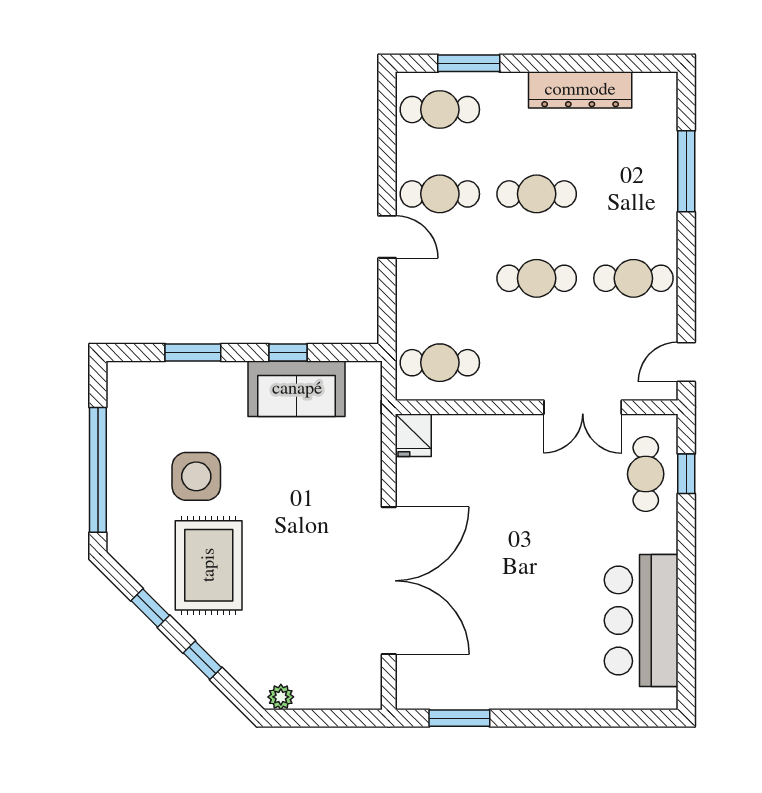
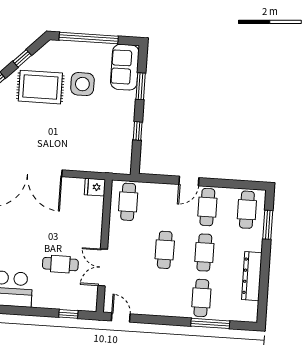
cafe table: (633, 278) -> (201, 298), moved
sofa: (297, 389) -> (125, 67), moved
cafe table: (646, 474) -> (60, 264), moved

